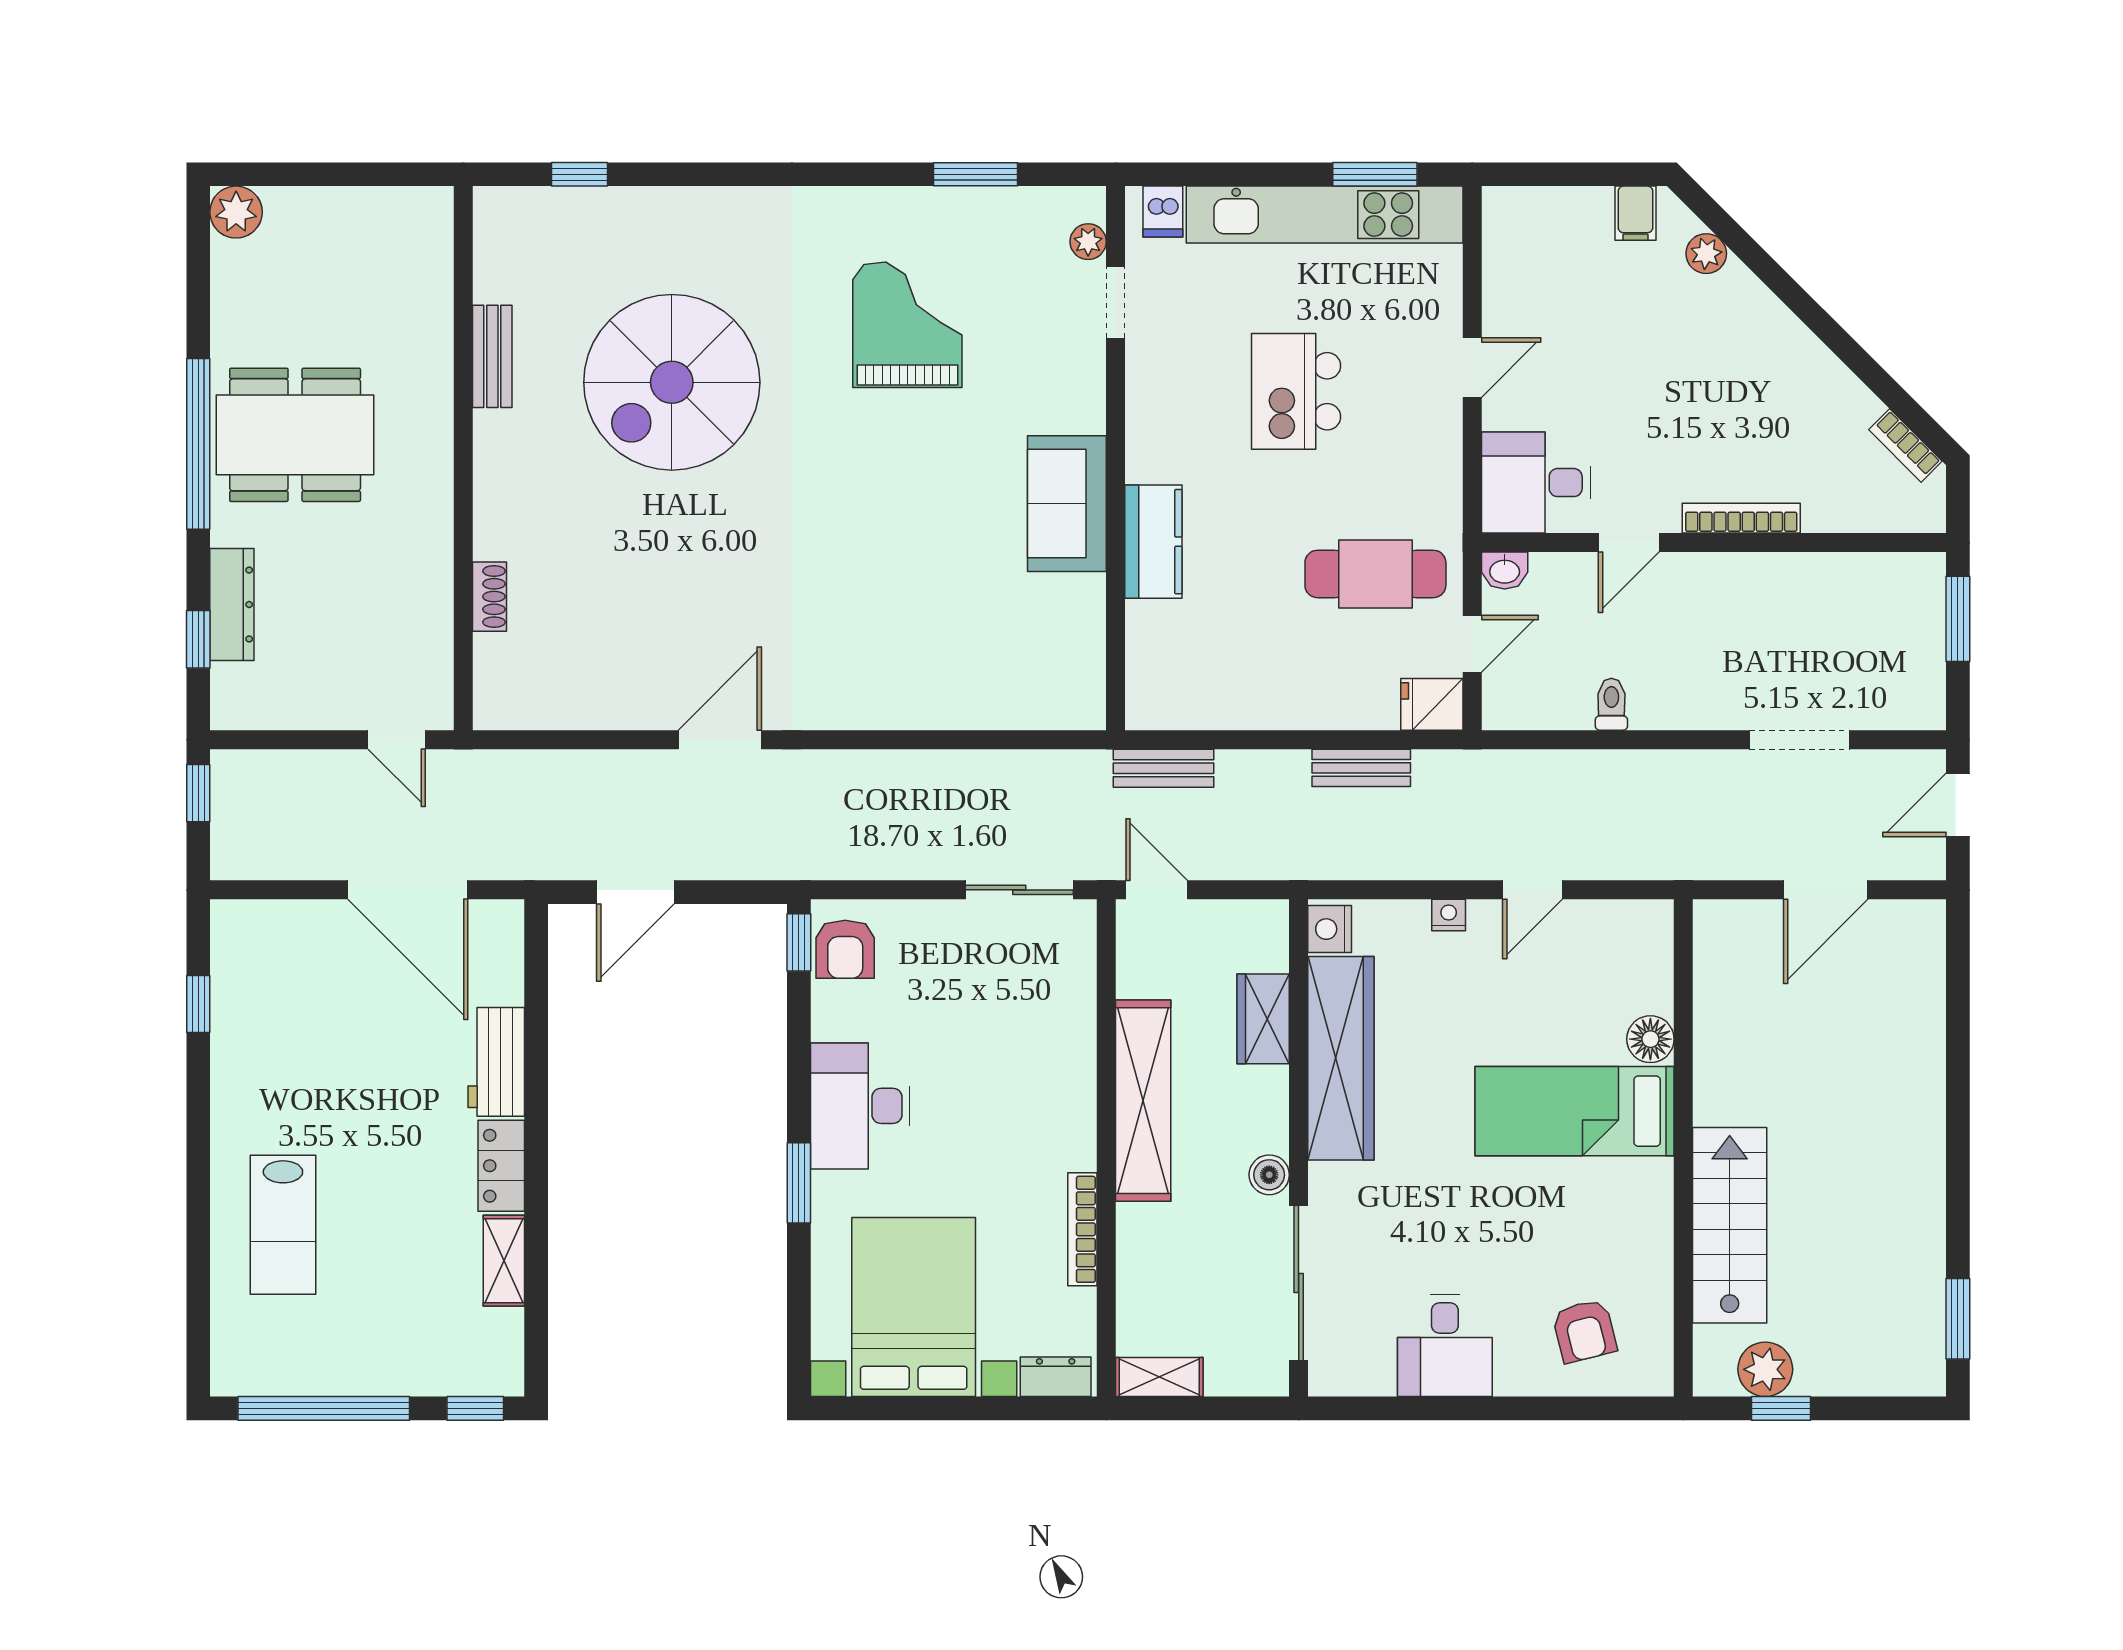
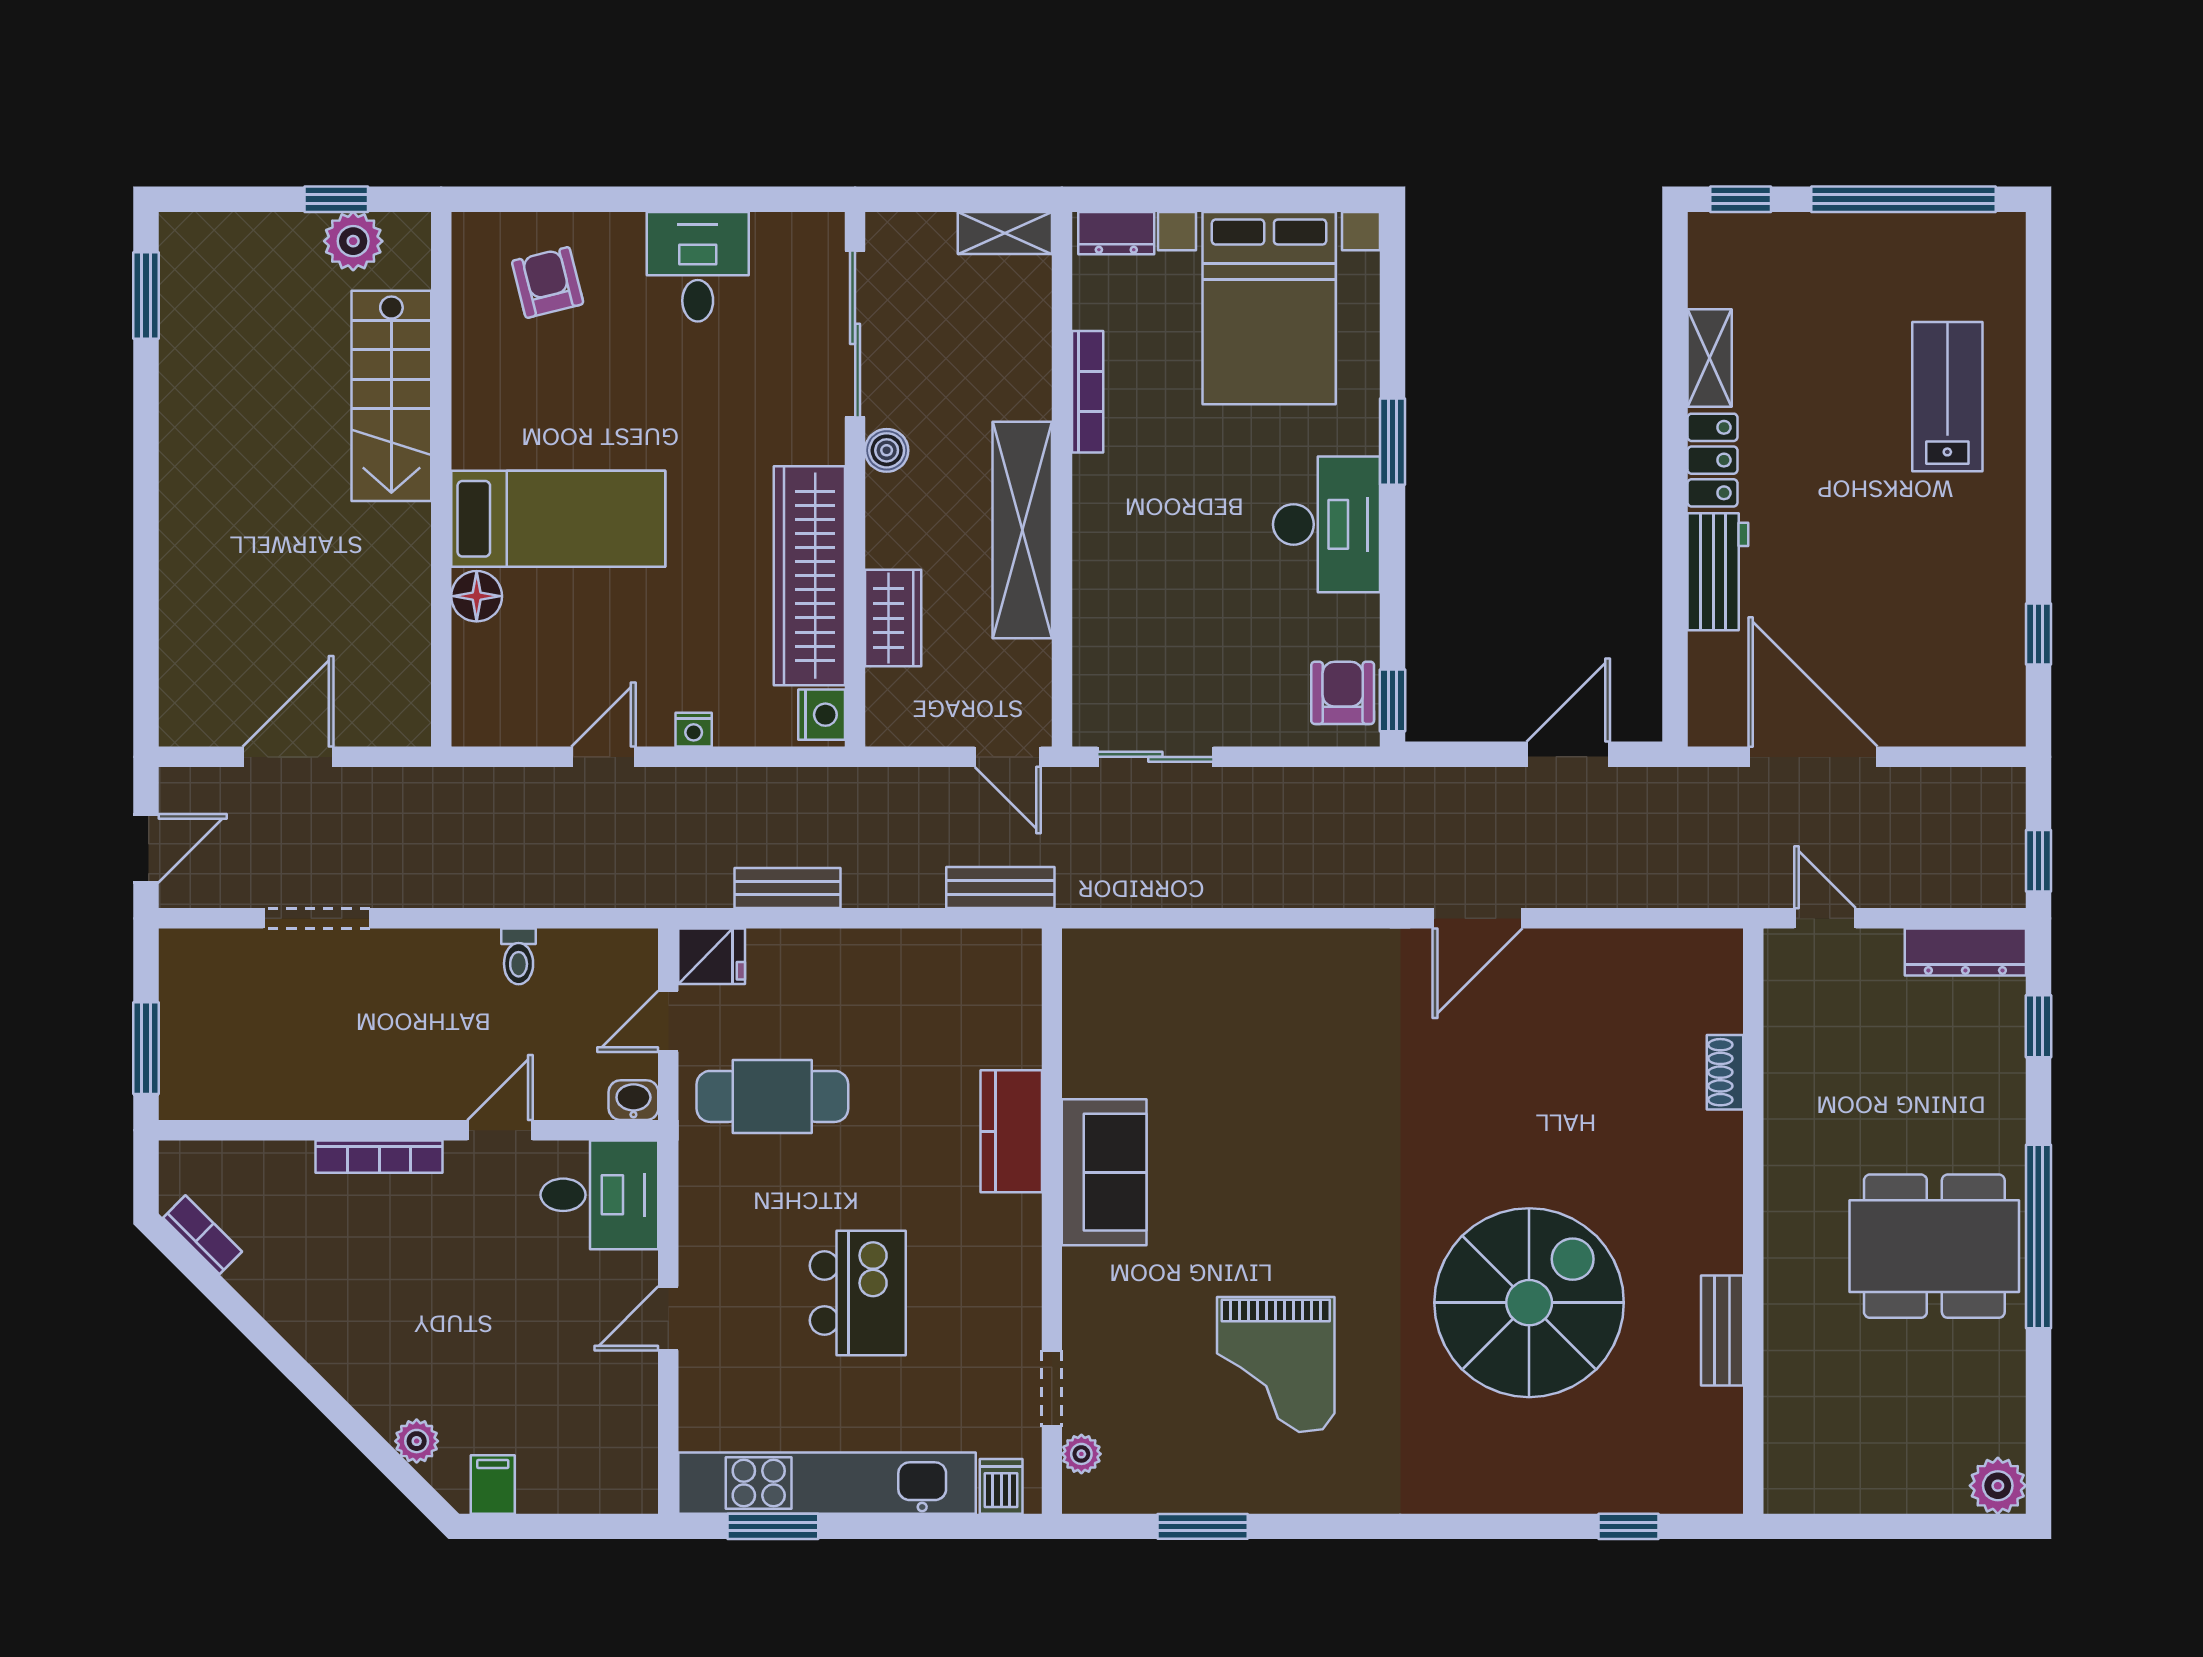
dresser: (232, 605) -> (1965, 952), moved, turned -90

